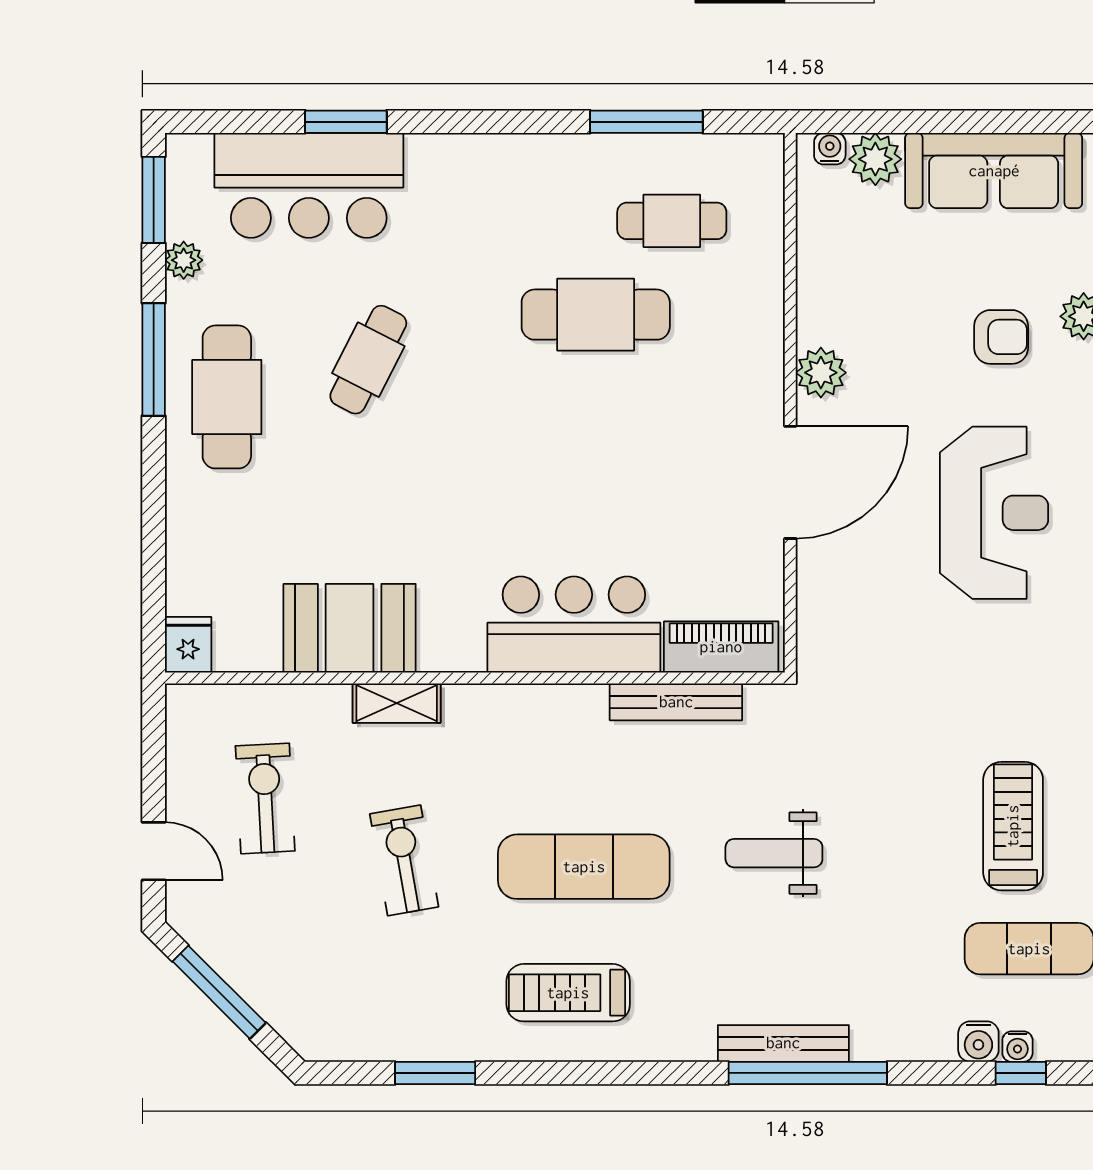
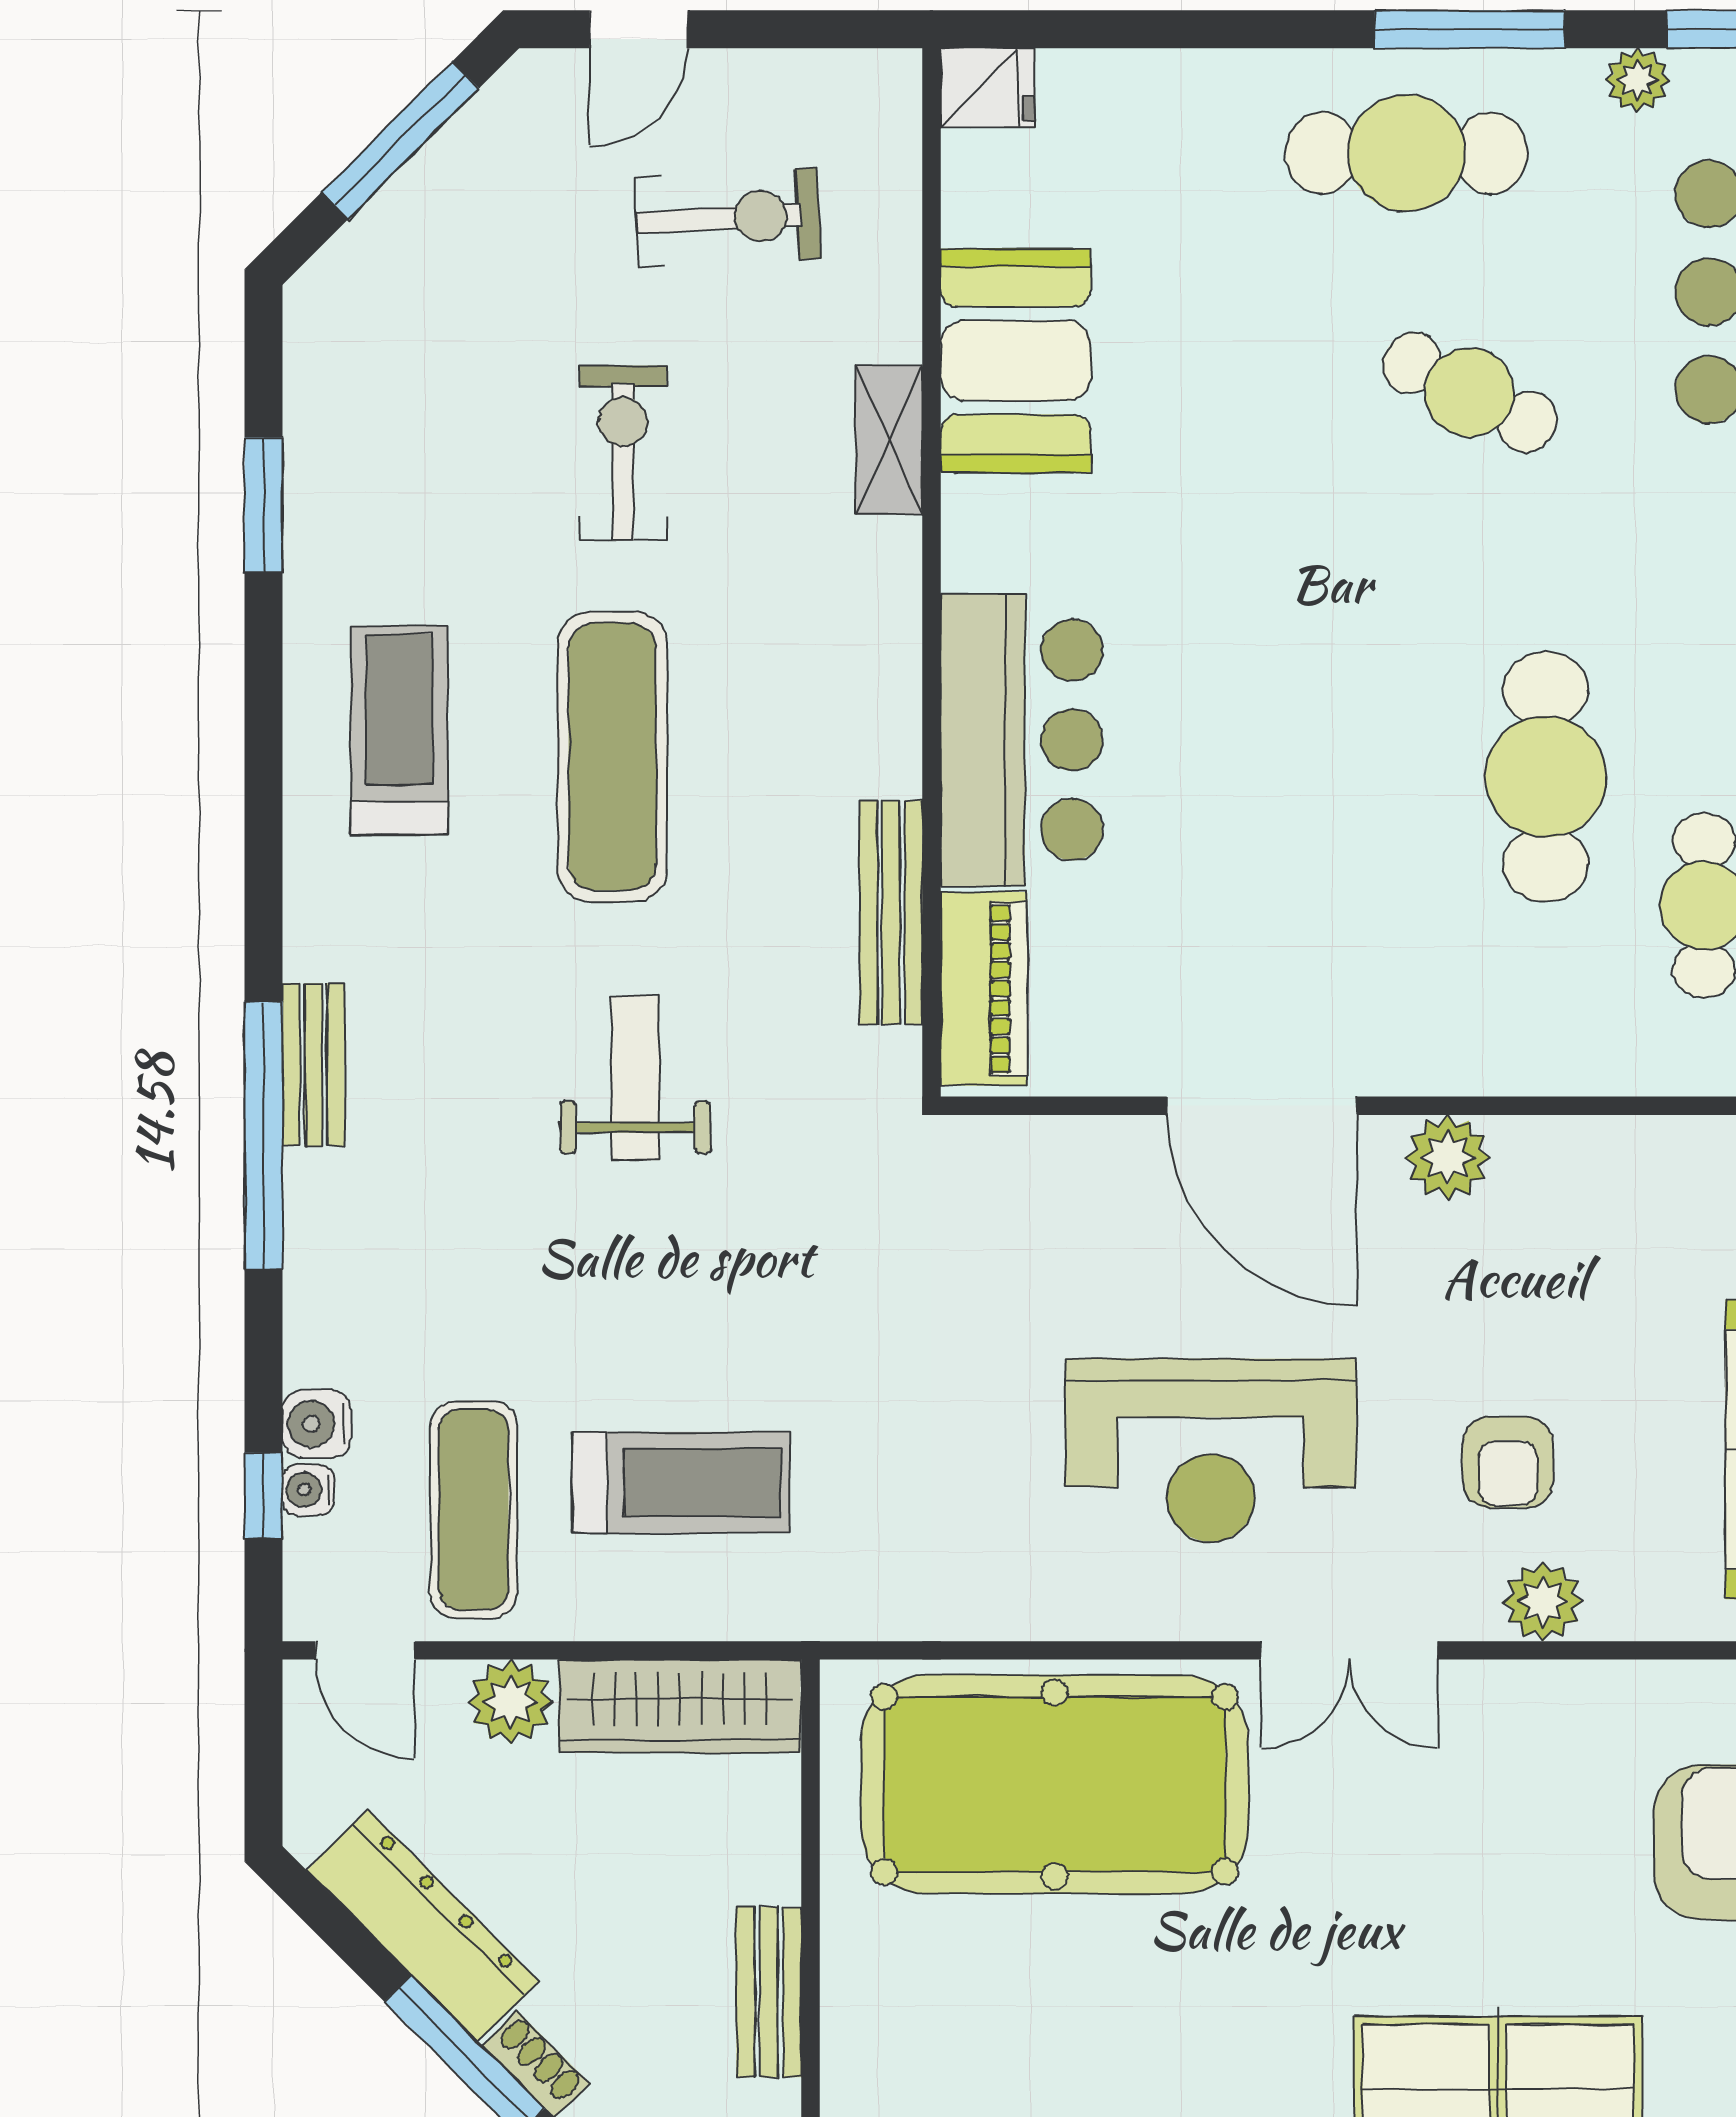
exercise bike: (404, 860) -> (623, 453), turned -80
bench: (783, 1043) -> (313, 1065), width x0.73

